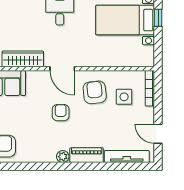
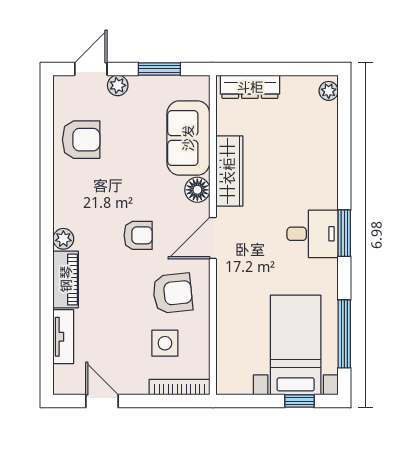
floor lamp: (34, 78) -> (197, 190), added
door: (158, 134) -> (102, 401), hinge flipped
tv unit: (127, 157) -> (63, 337), width x0.71

